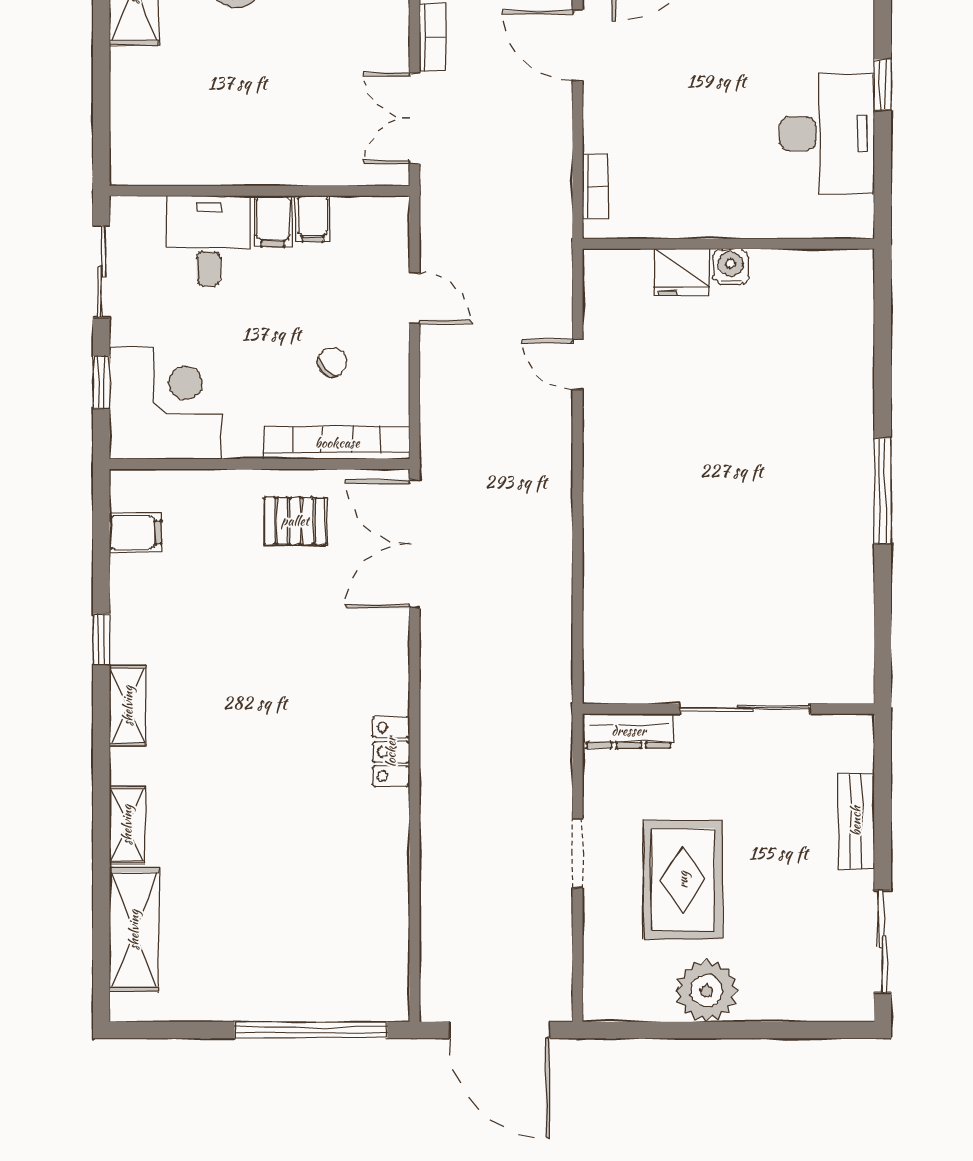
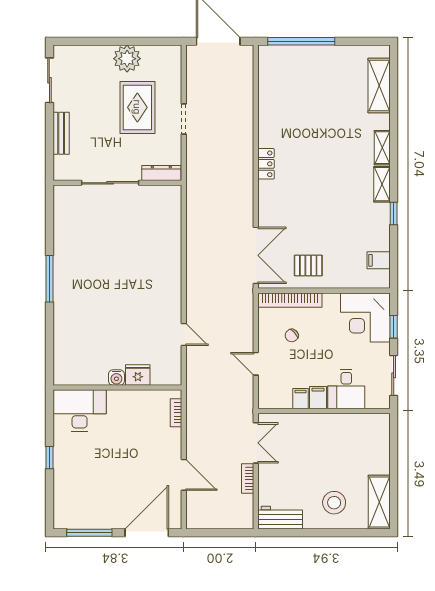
desk: (827, 134) -> (80, 411), moved, turned 90
shelving: (127, 825) -> (382, 148), moved

